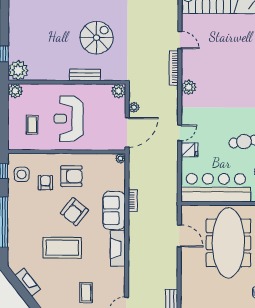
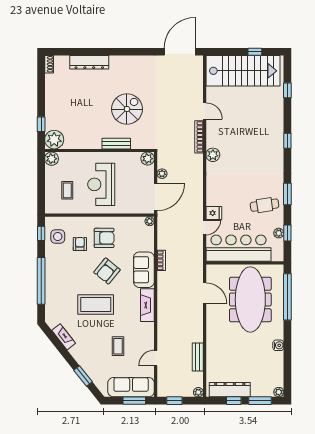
door: (180, 133) -> (205, 227), moved

